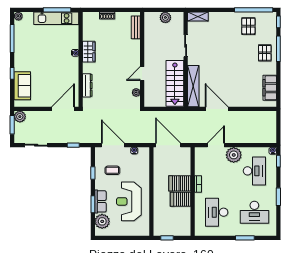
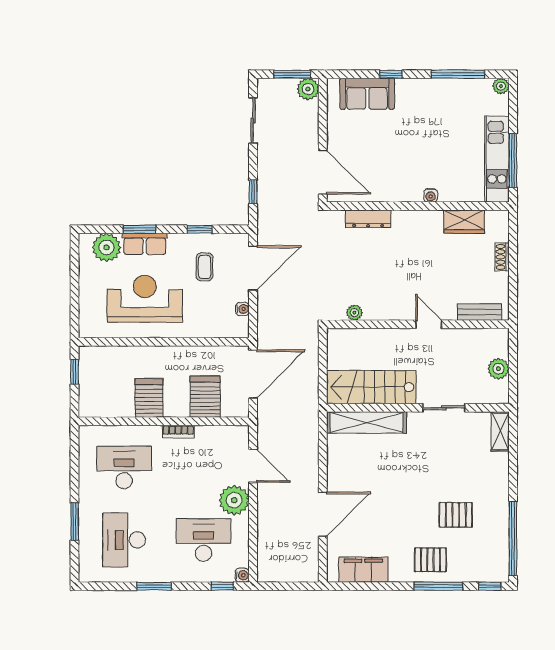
pallet: (248, 26) -> (456, 515), moved
wardrobe: (89, 52) -> (464, 222), moved
door: (142, 74) -> (429, 324), moved
door: (217, 109) -> (323, 514), moved
desk: (254, 171) -> (204, 540), turned 180
server rack: (180, 183) -> (205, 397), moved

